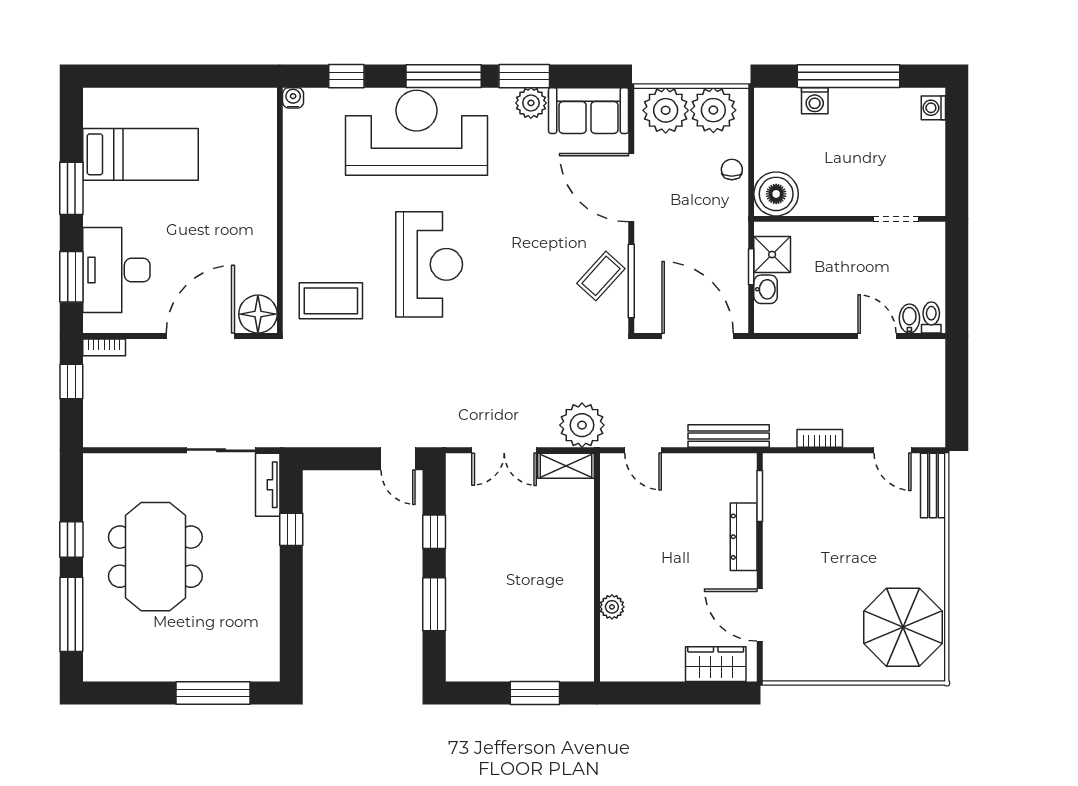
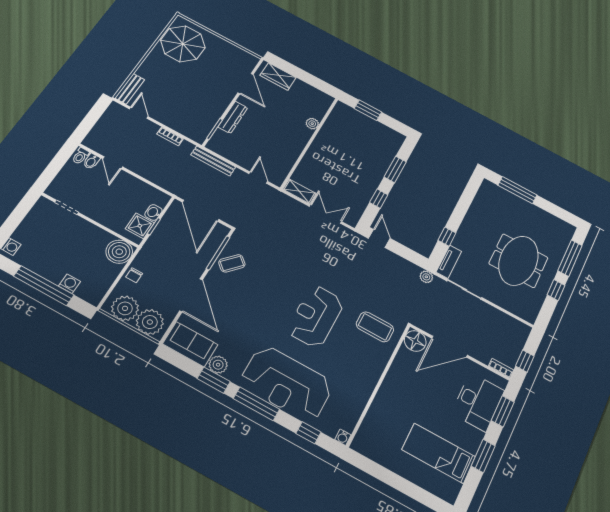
plant: (582, 425) -> (426, 277), moved, width x0.53, depth x0.53

